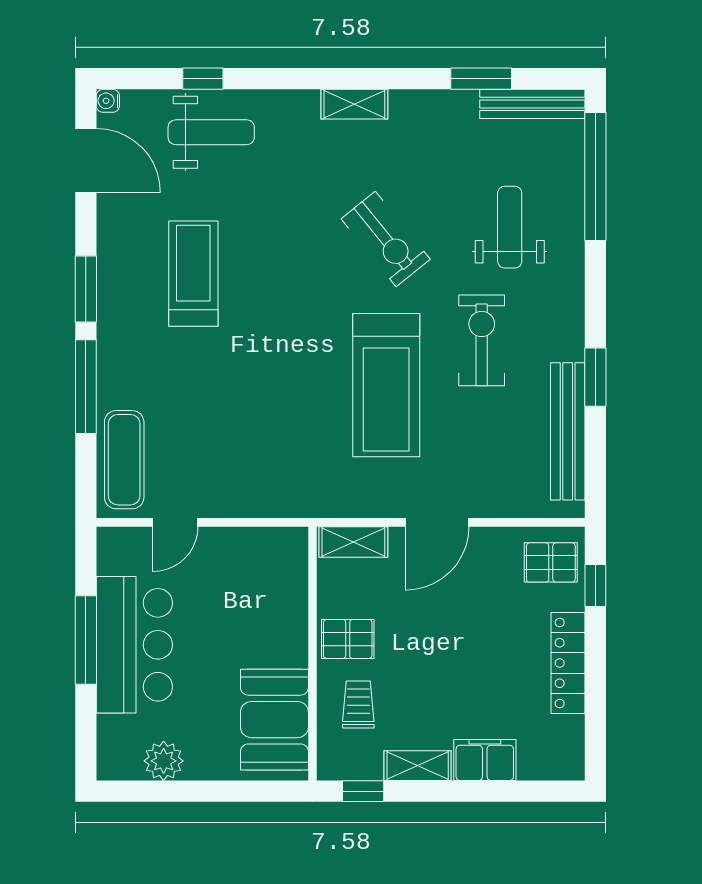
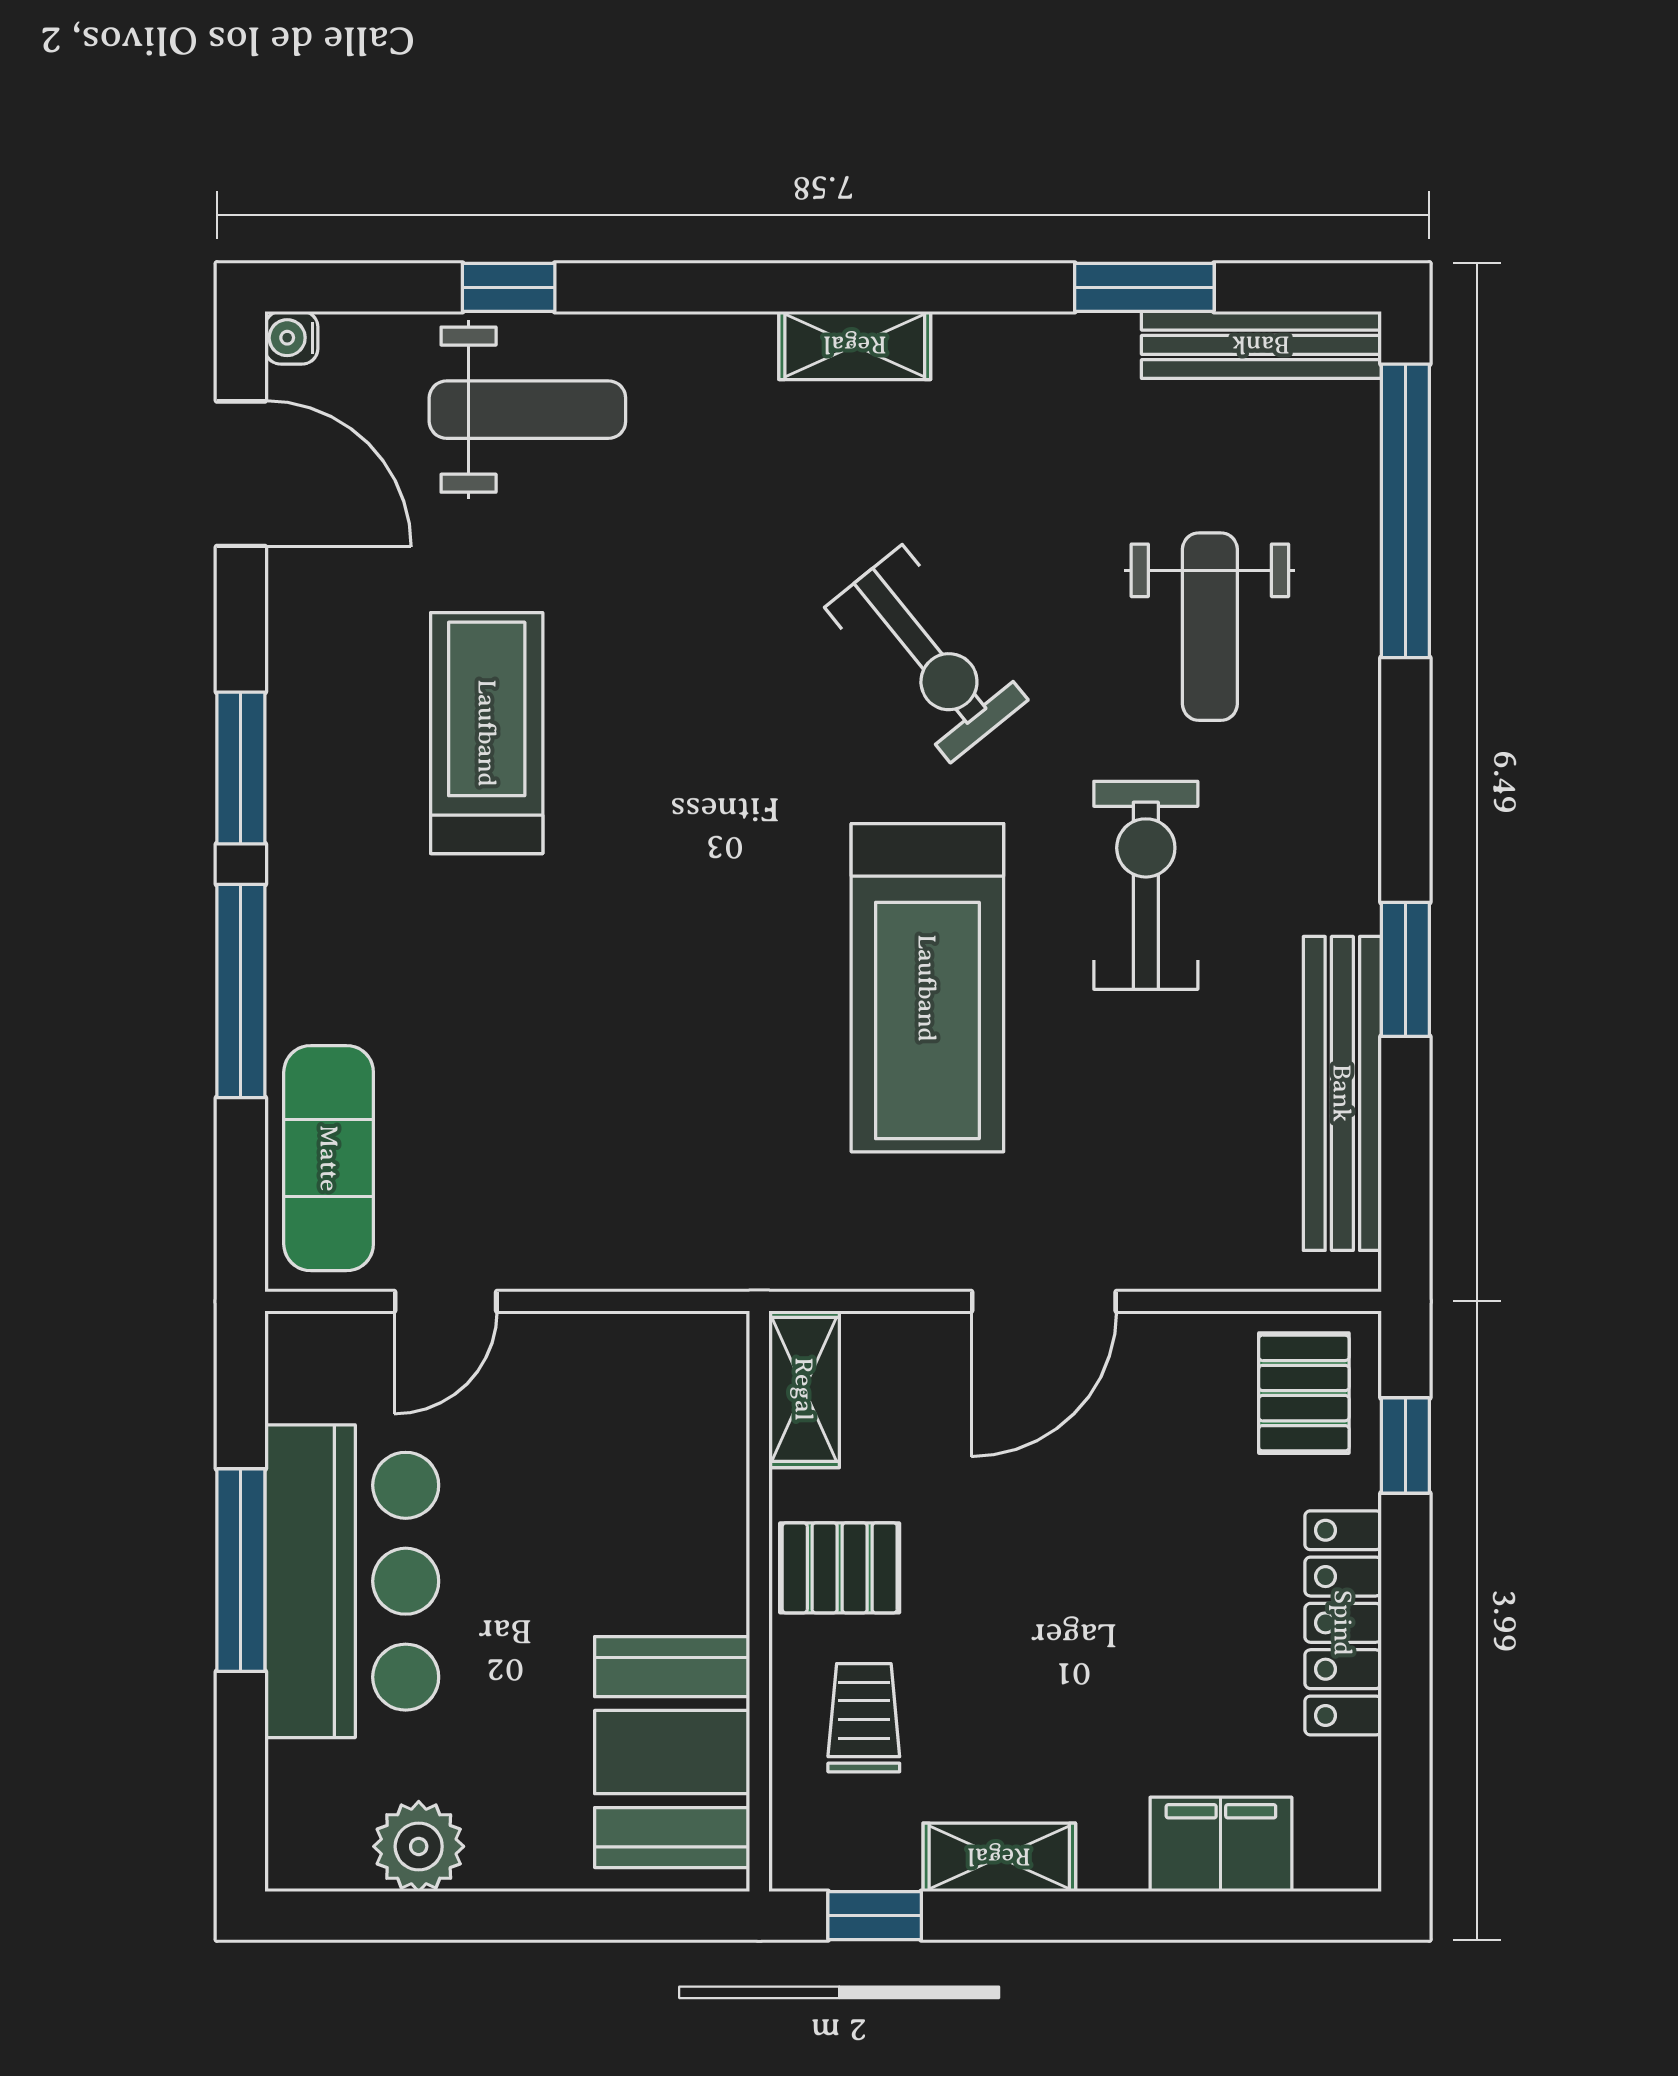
weight bench: (510, 227) -> (1210, 627), turned 180
shelving: (353, 542) -> (804, 1389), moved, turned 90
pallet: (551, 562) -> (1304, 1393), turned 90
filing cabinet: (485, 760) -> (1221, 1844), moved

